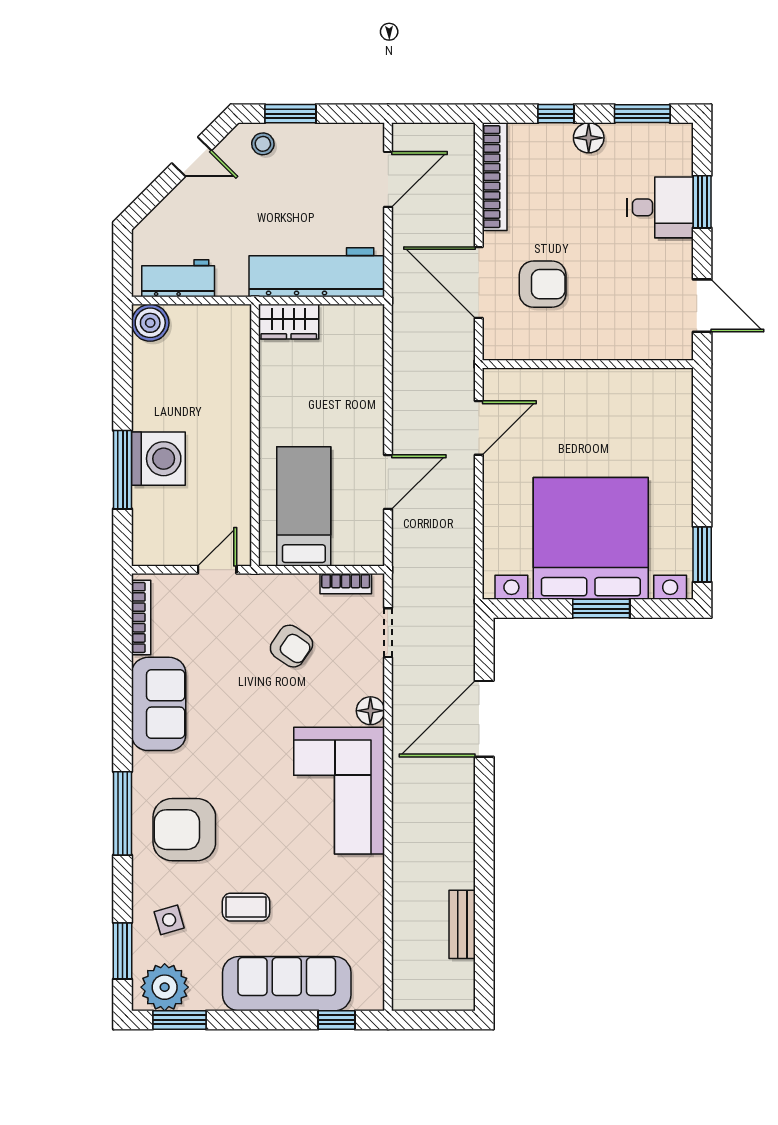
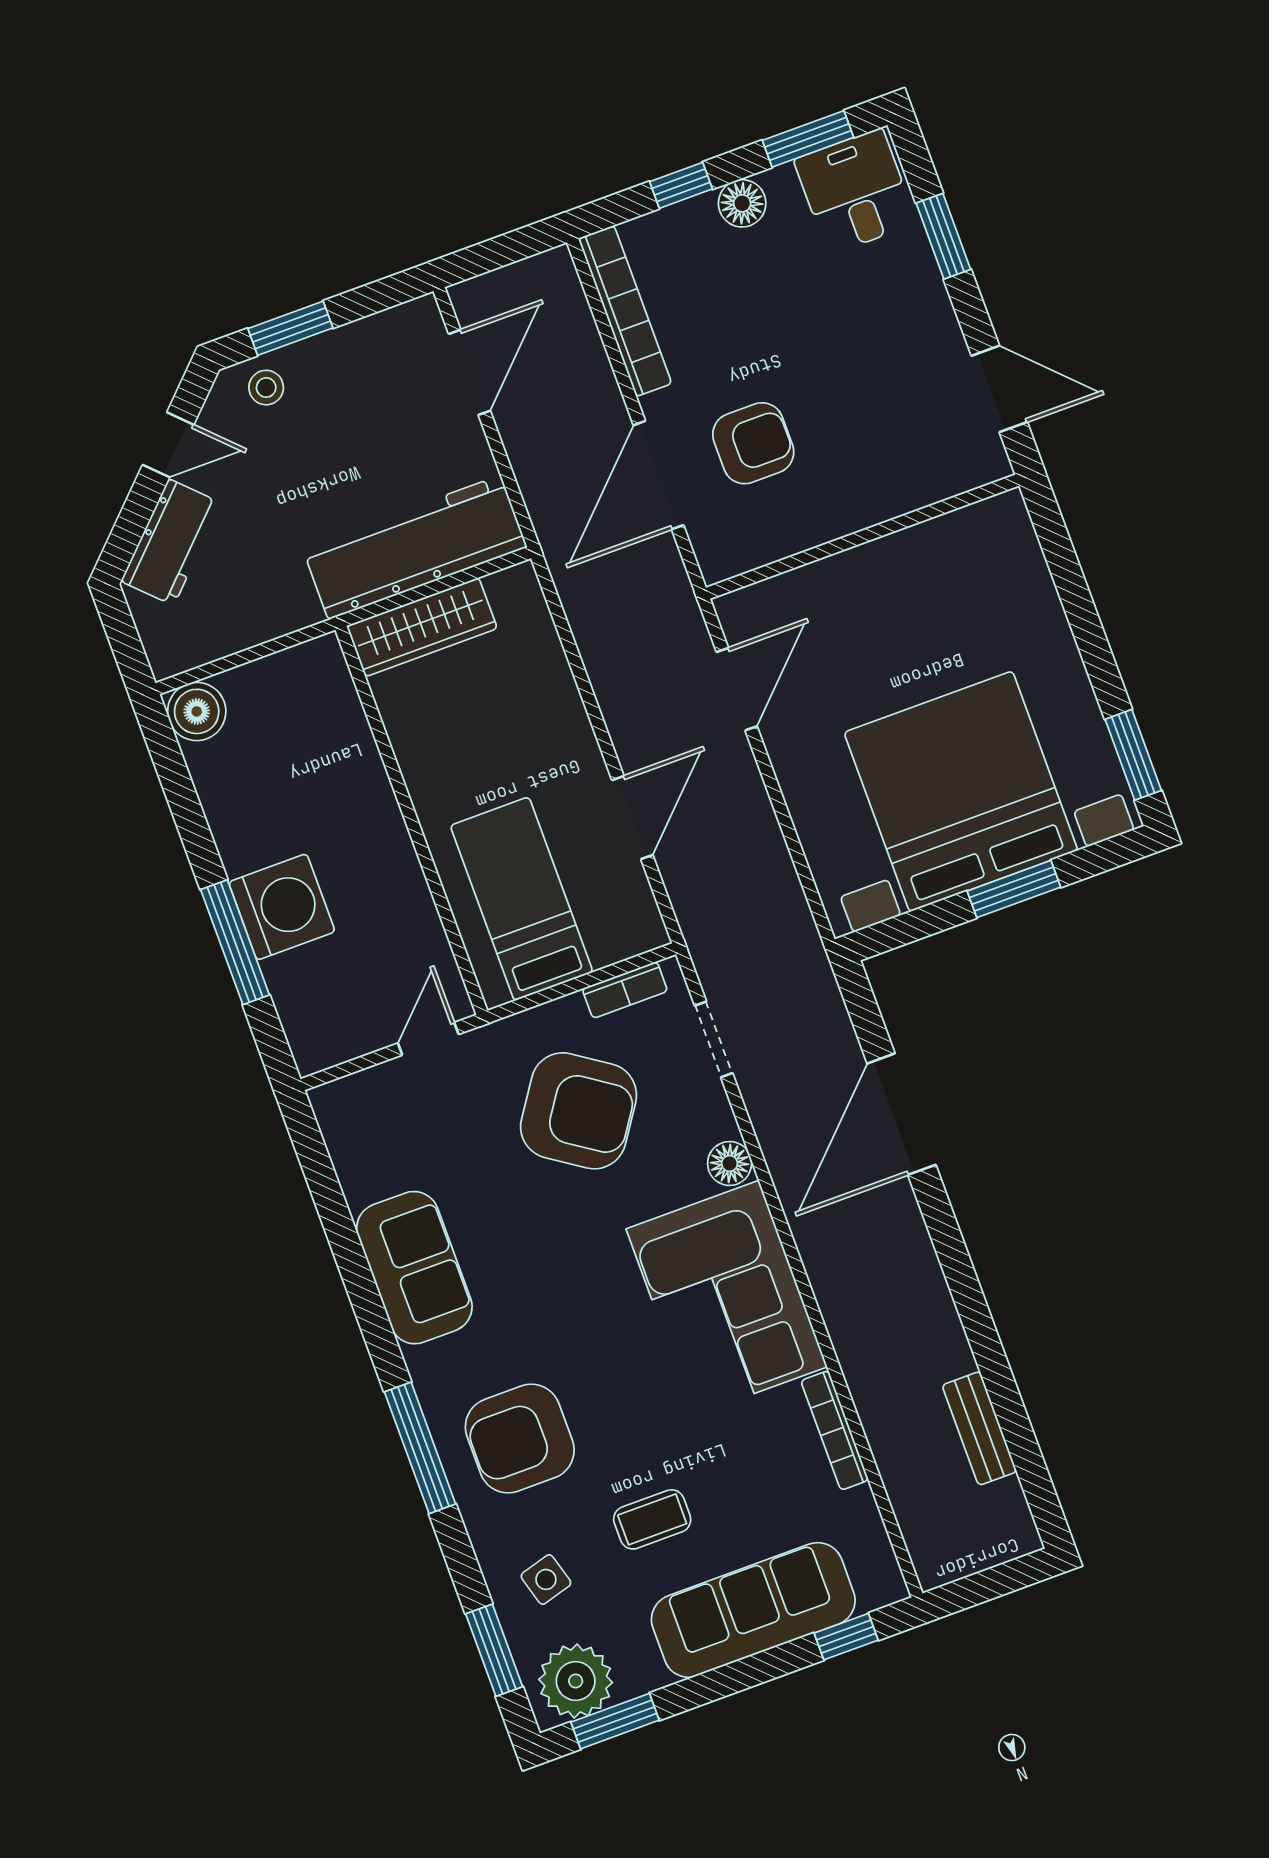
desk: (660, 207) -> (855, 191), moved, turned -90
workbench: (178, 278) -> (171, 542), moved, turned 135
door: (479, 282) -> (658, 475), hinge flipped
wardrobe: (289, 322) -> (422, 627), width x1.50
bookcase: (141, 617) -> (835, 1430), moved, turned 180
armchair: (291, 646) -> (579, 1111), width x1.88, depth x1.88

